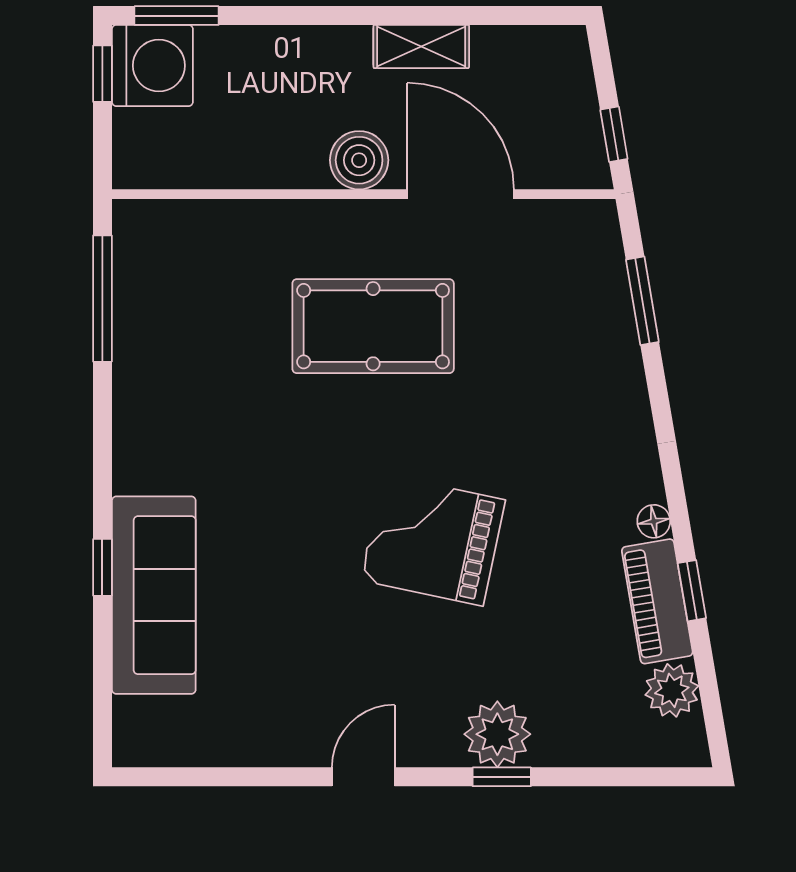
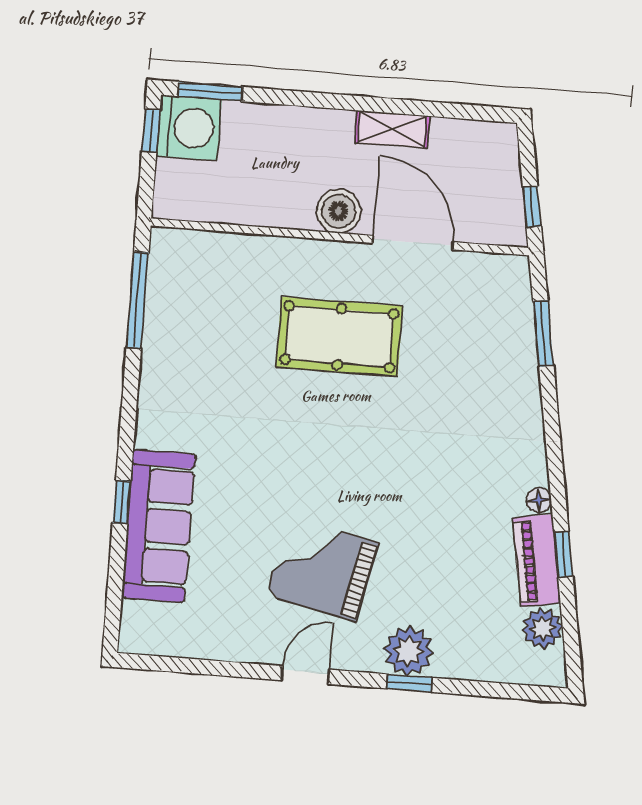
grand piano: (433, 540) -> (322, 569), moved

